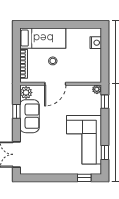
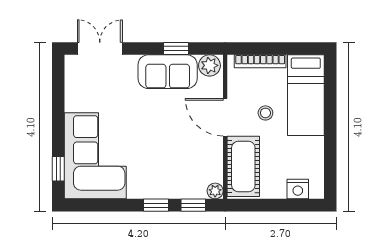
cot: (83, 73) -> (243, 166), added
corner sofa: (84, 140) -> (95, 156), moved, turned 90
window: (105, 152) -> (156, 205), moved

